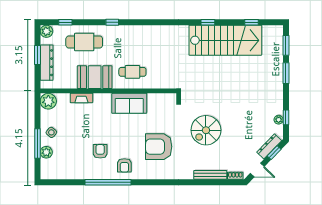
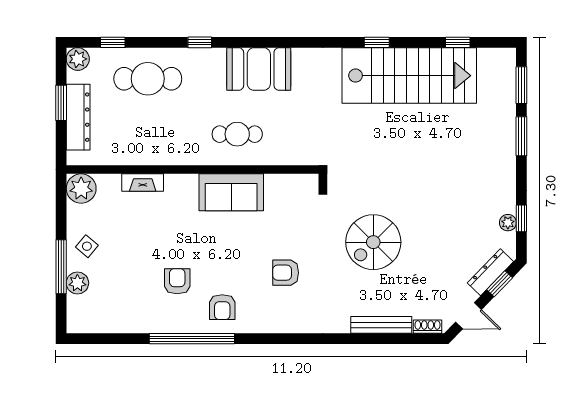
booth: (95, 77) -> (259, 69), moved
armchair: (159, 147) -> (286, 273), width x0.53, depth x0.53

